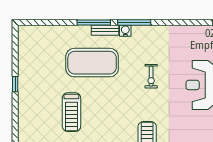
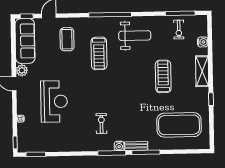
exercise mat: (92, 63) -> (179, 125), moved
exercise bike: (151, 76) -> (101, 123), moved
shelving: (25, 117) -> (202, 71), added

